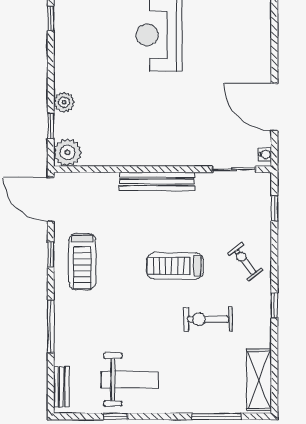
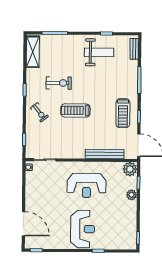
door: (274, 107) -> (23, 224), moved
reception desk: (152, 120) -> (87, 185), added
bench: (157, 182) -> (105, 154), moved
treadmill: (82, 261) -> (123, 113), turned 180
treadmill: (175, 266) -> (75, 110), turned 180
weight bench: (130, 380) -> (99, 52), turned 180

